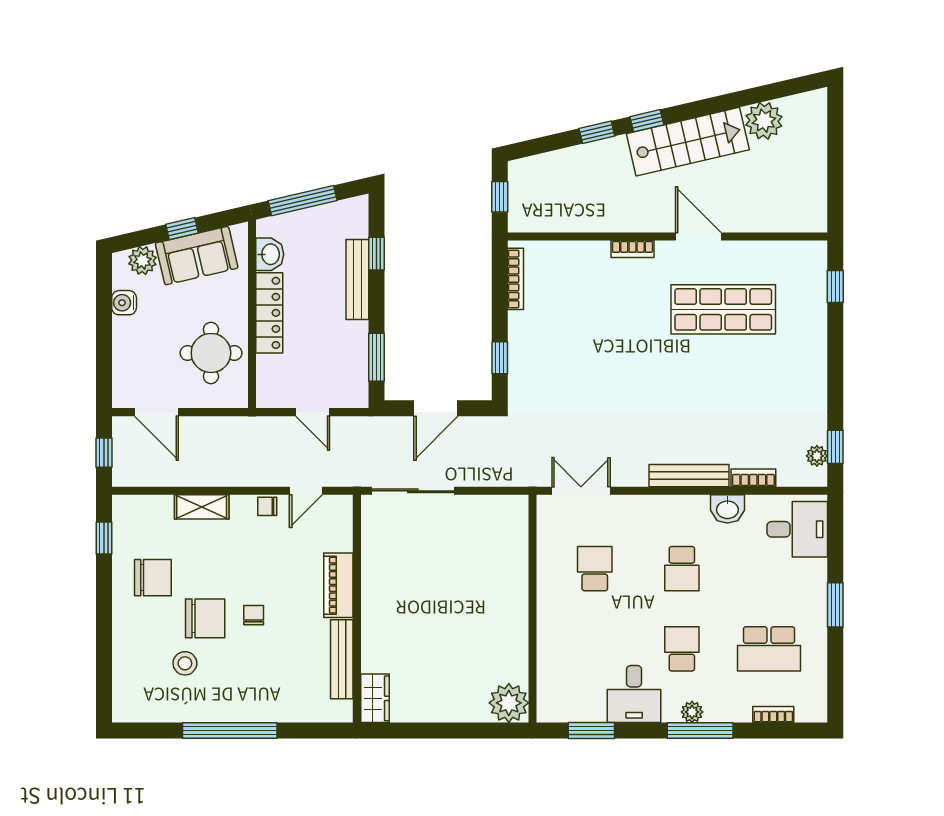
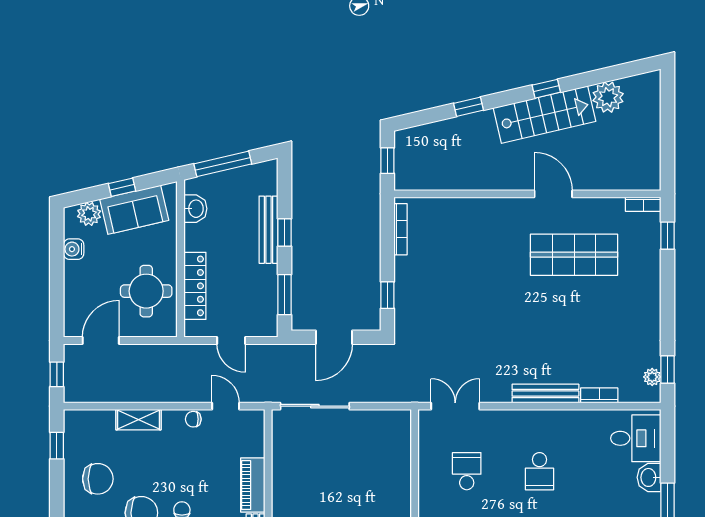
window: (647, 121) -> (546, 89), moved
bookcase: (632, 249) -> (643, 204), moved
window: (377, 254) -> (284, 232), moved
locker: (269, 313) -> (195, 286), moved
door: (156, 412) -> (101, 340), swing flipped
door: (306, 491) -> (226, 406), swing flipped
washbasin: (727, 509) -> (649, 477), moved, turned 90

